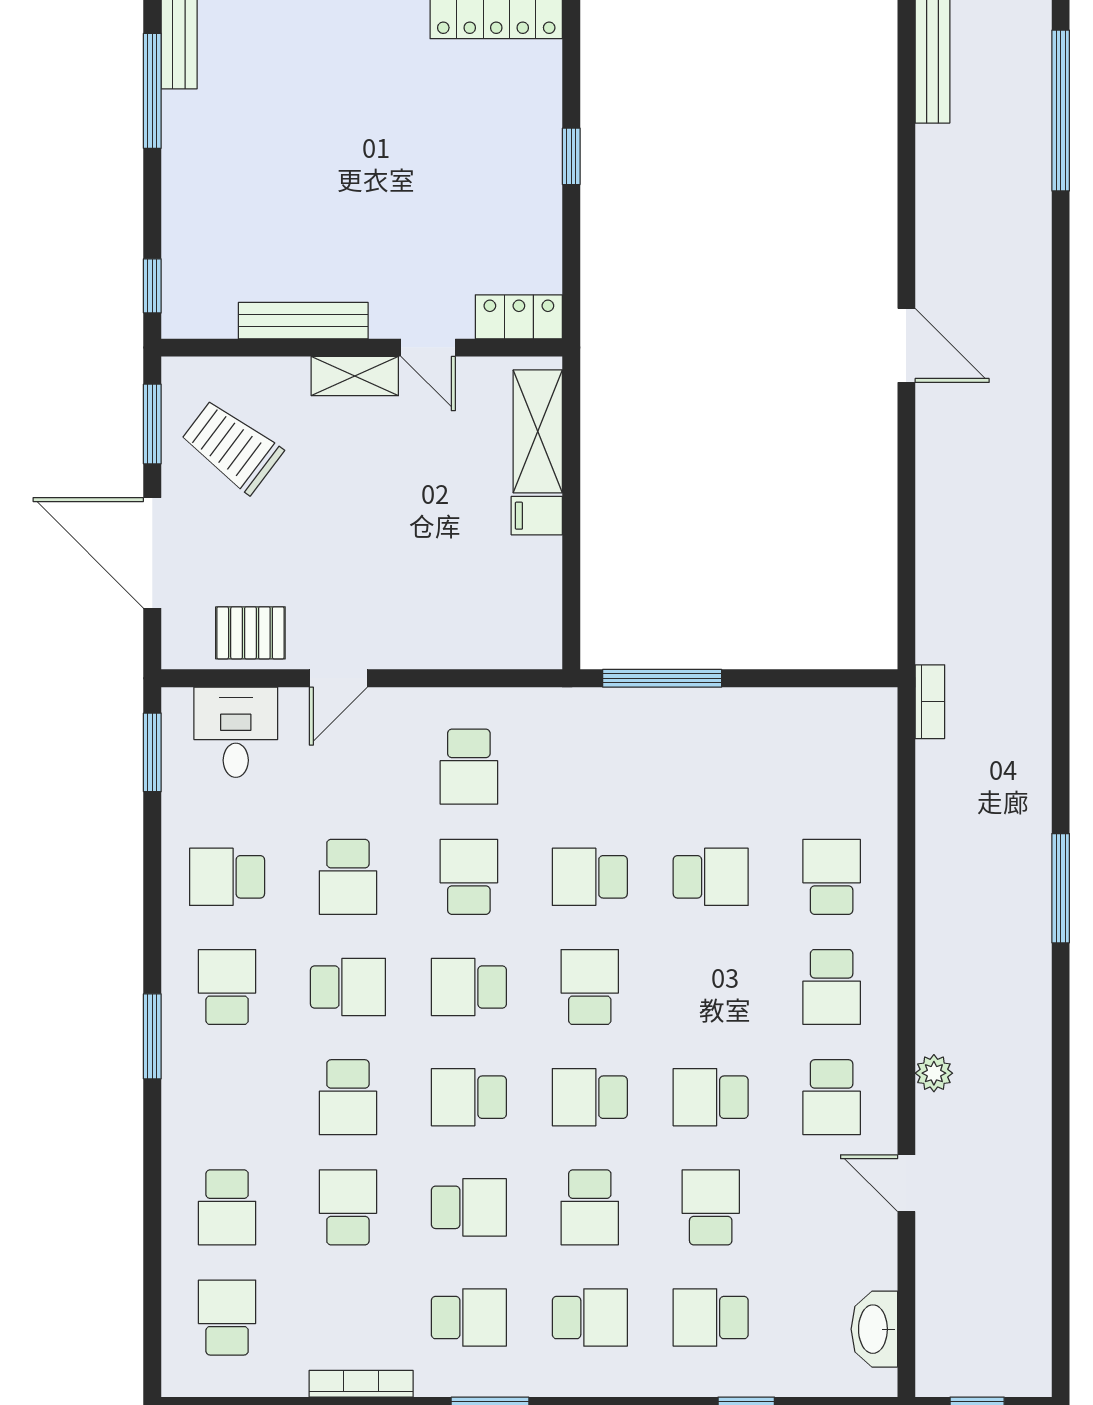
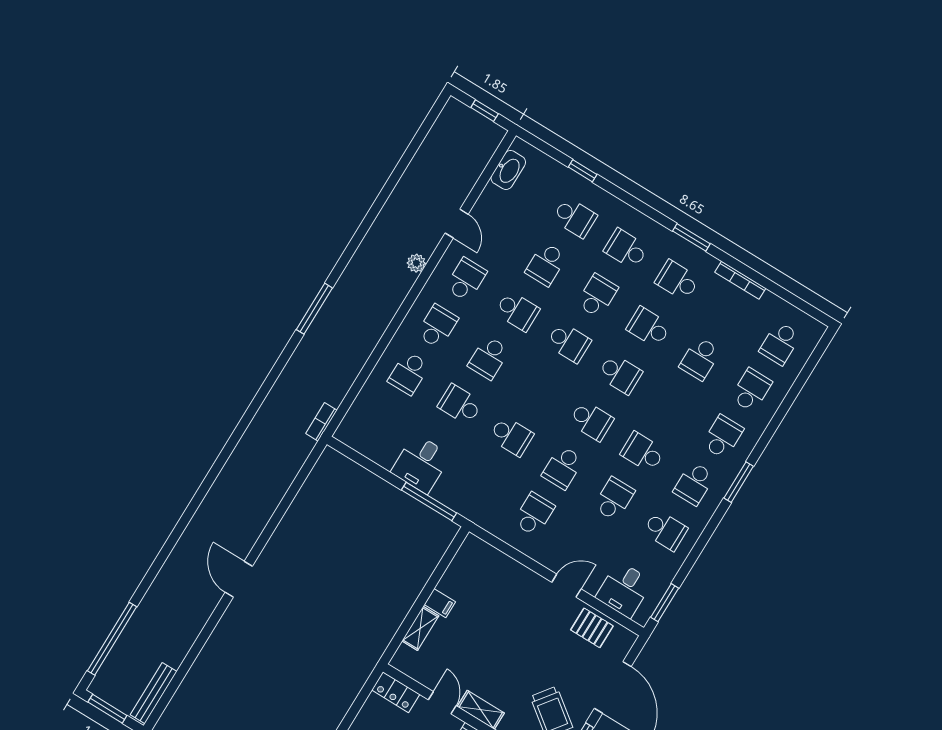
shelving: (538, 431) -> (420, 628), width x0.67, depth x0.75
desk: (716, 735) -> (421, 464), added
school desk: (590, 987) -> (489, 358), moved
school desk: (348, 1097) -> (723, 437), moved

